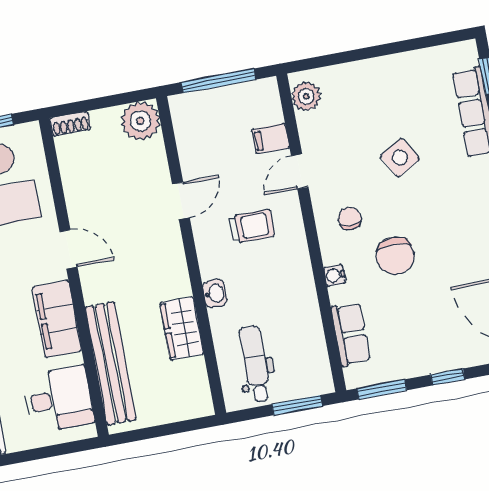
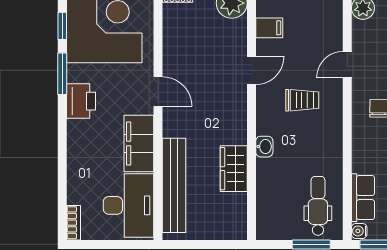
filing cabinet: (271, 139) -> (269, 28), moved, turned 180
water cooler: (335, 275) -> (359, 231), moved
dental chair: (255, 364) -> (318, 206), moved
desk: (58, 399) -> (129, 205), width x1.37

